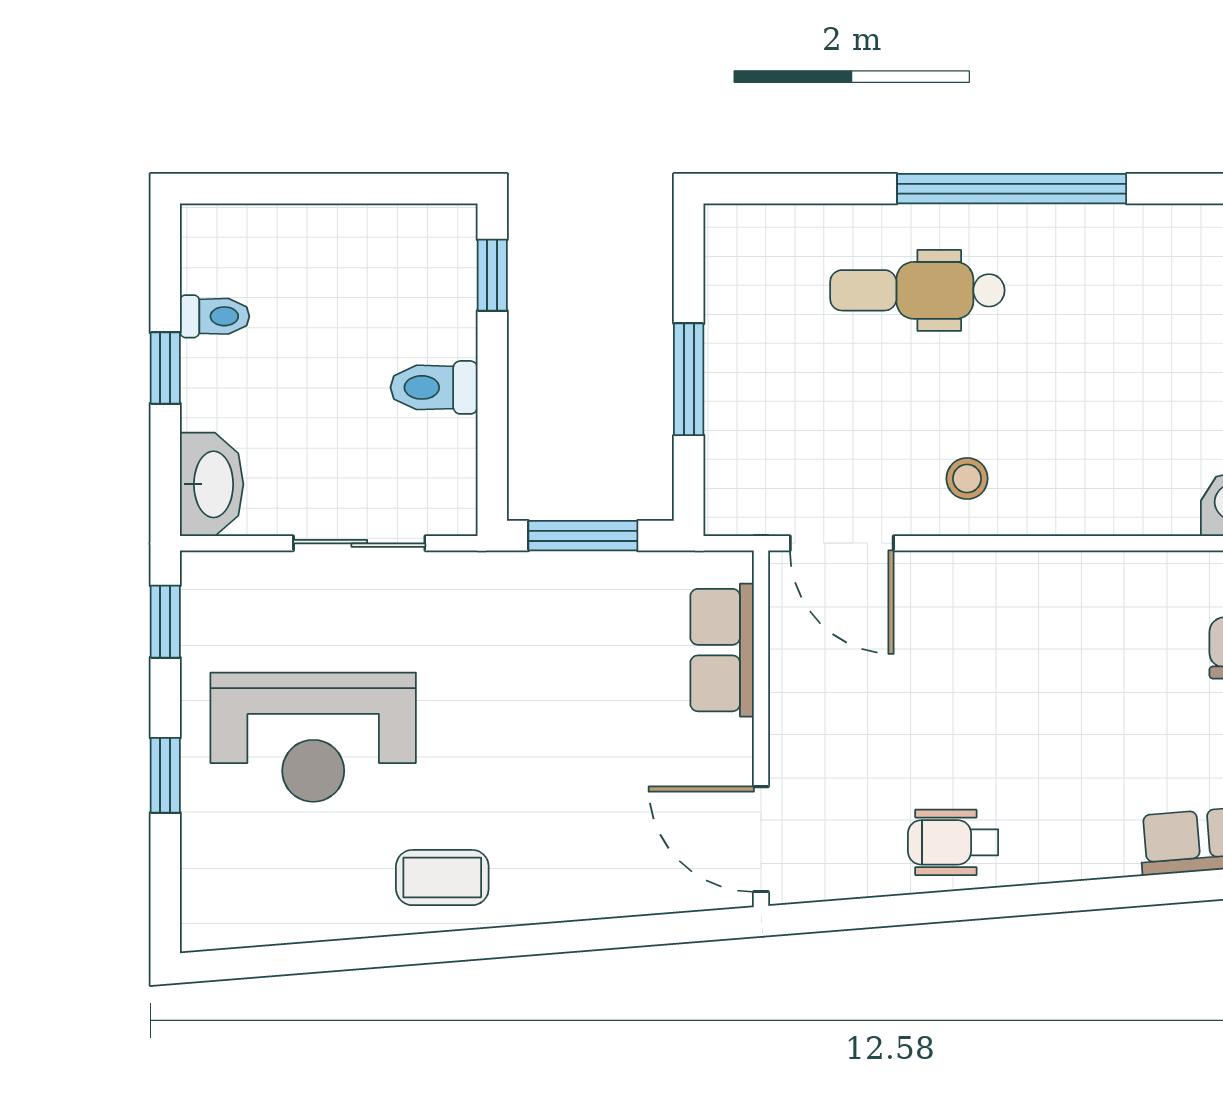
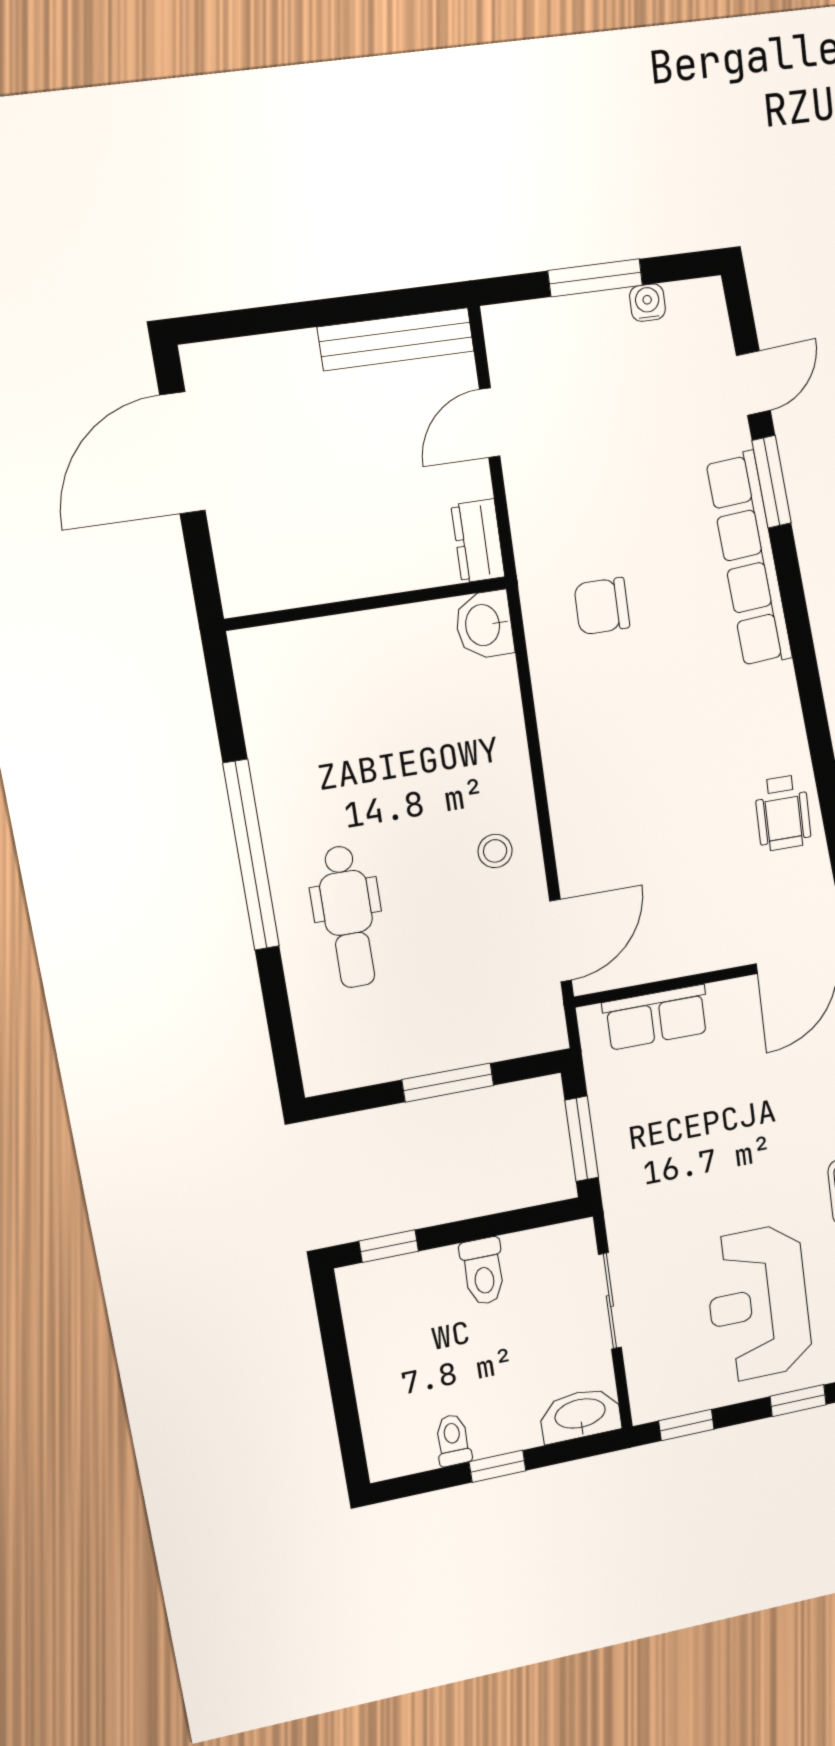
reception desk: (313, 737) -> (758, 1304), turned 180

